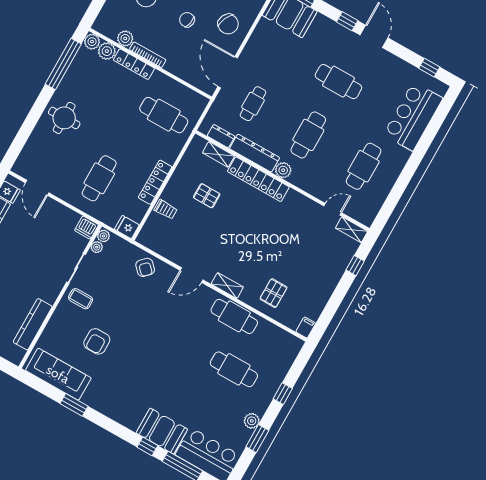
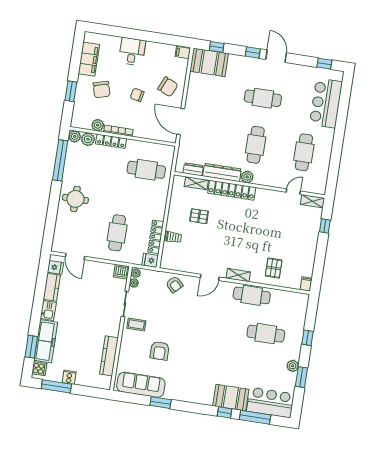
cafe table: (253, 104) -> (207, 137), removed
locker: (155, 182) -> (156, 237), moved

